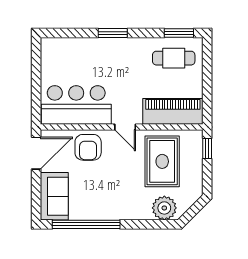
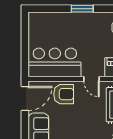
armchair: (88, 147) -> (64, 94), turned -90

